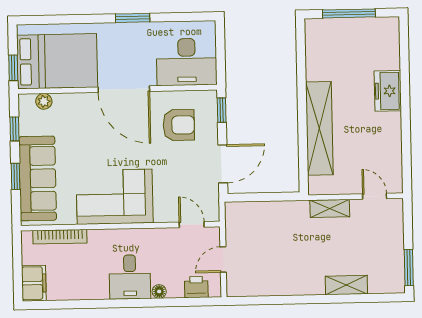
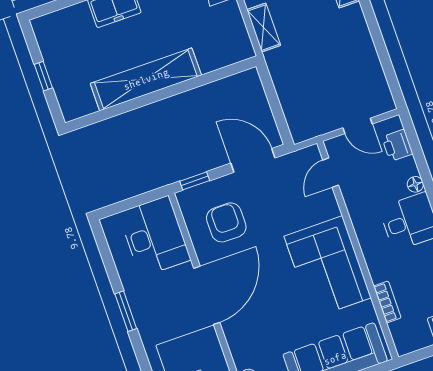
window: (349, 13) -> (43, 76), width x0.46
shelving: (319, 128) -> (146, 79), moved
bookcase: (60, 237) -> (387, 302), width x0.64

